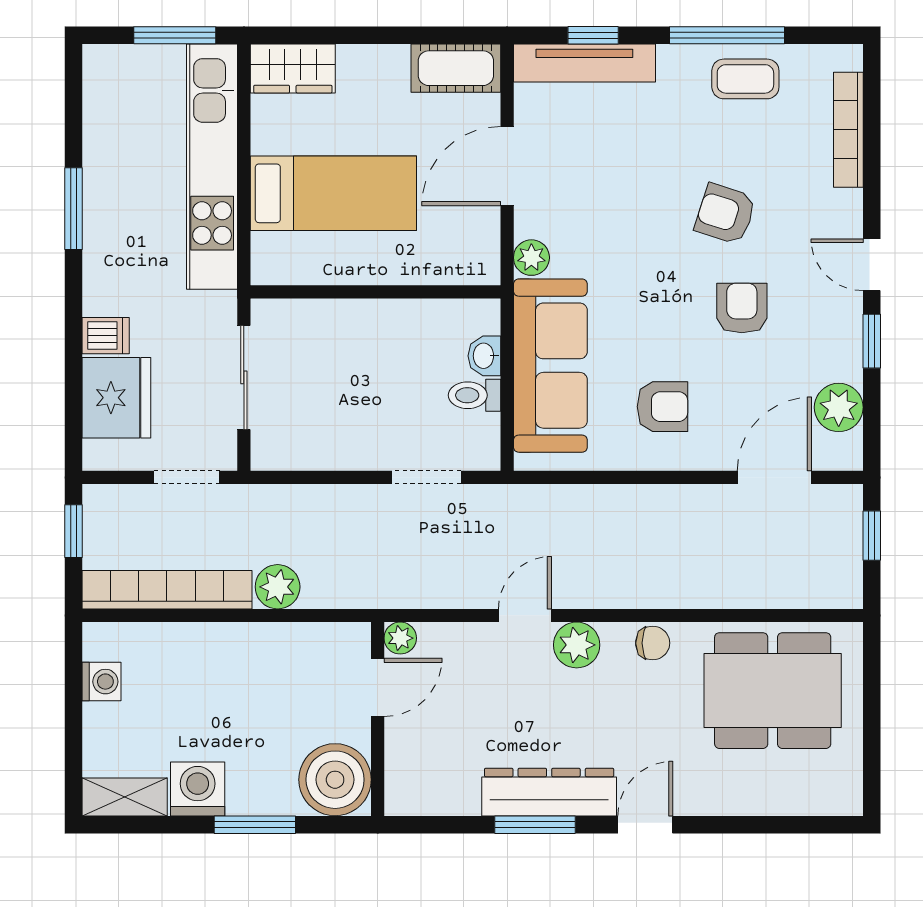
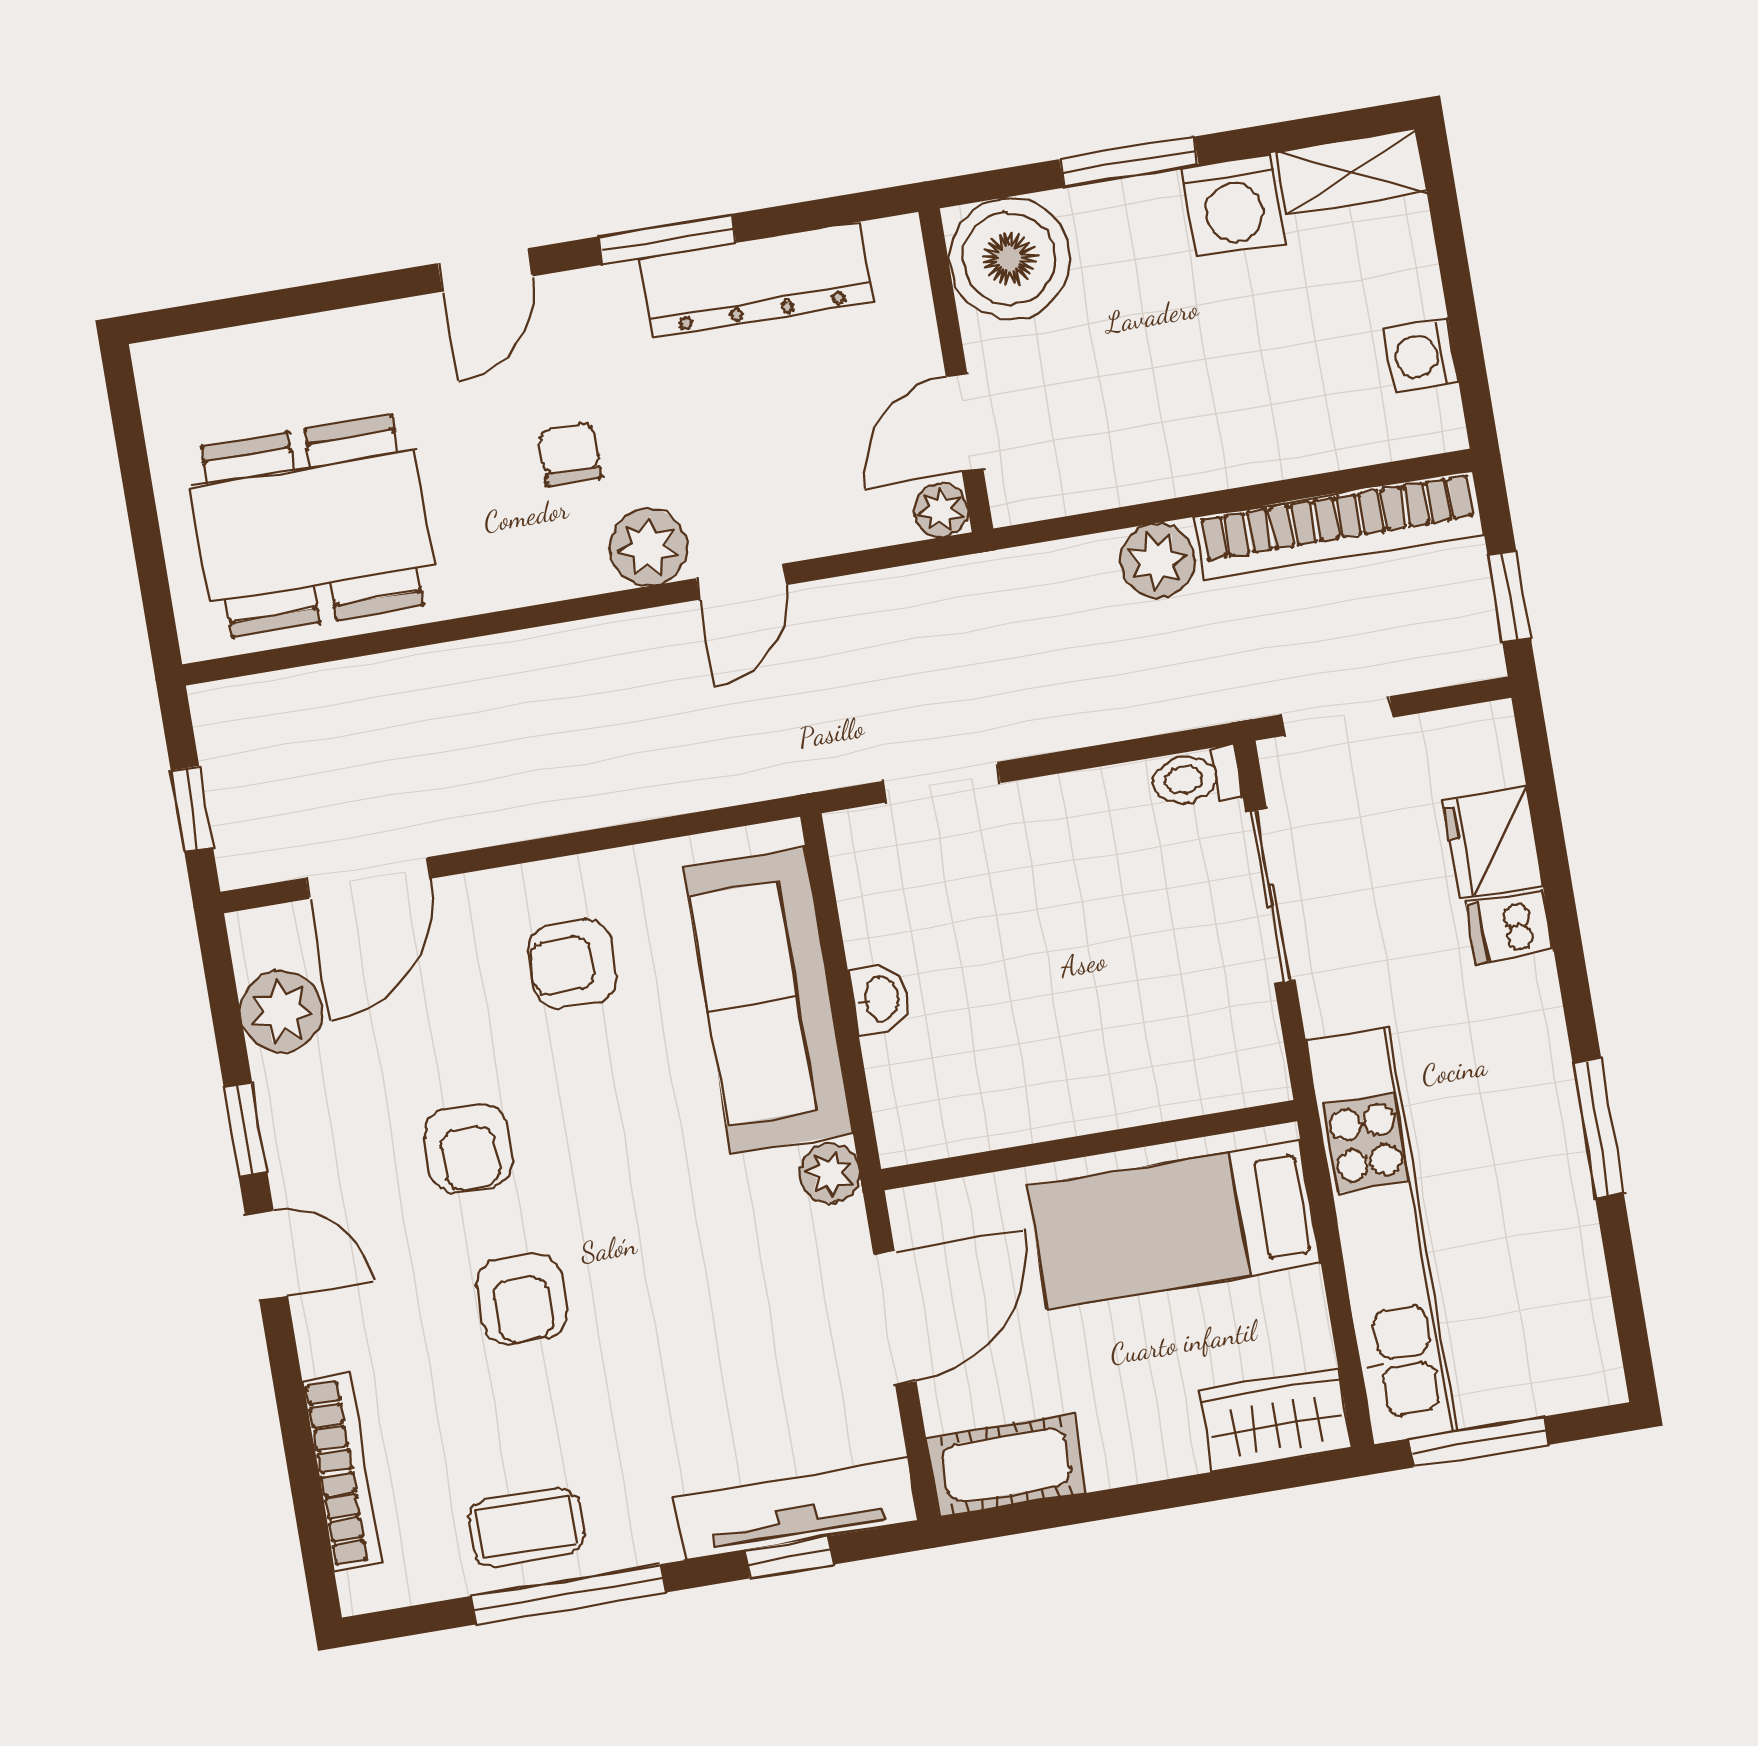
armchair: (725, 214) -> (522, 1299), turned 72
wall: (375, 292) -> (1089, 1145), moved
toilet: (475, 395) -> (1195, 778), moved, turned 180
fridge: (116, 398) -> (1493, 843), width x0.73, depth x0.75
chair: (653, 643) -> (570, 454), moved, turned 90
dresser: (549, 792) -> (757, 280), moved

